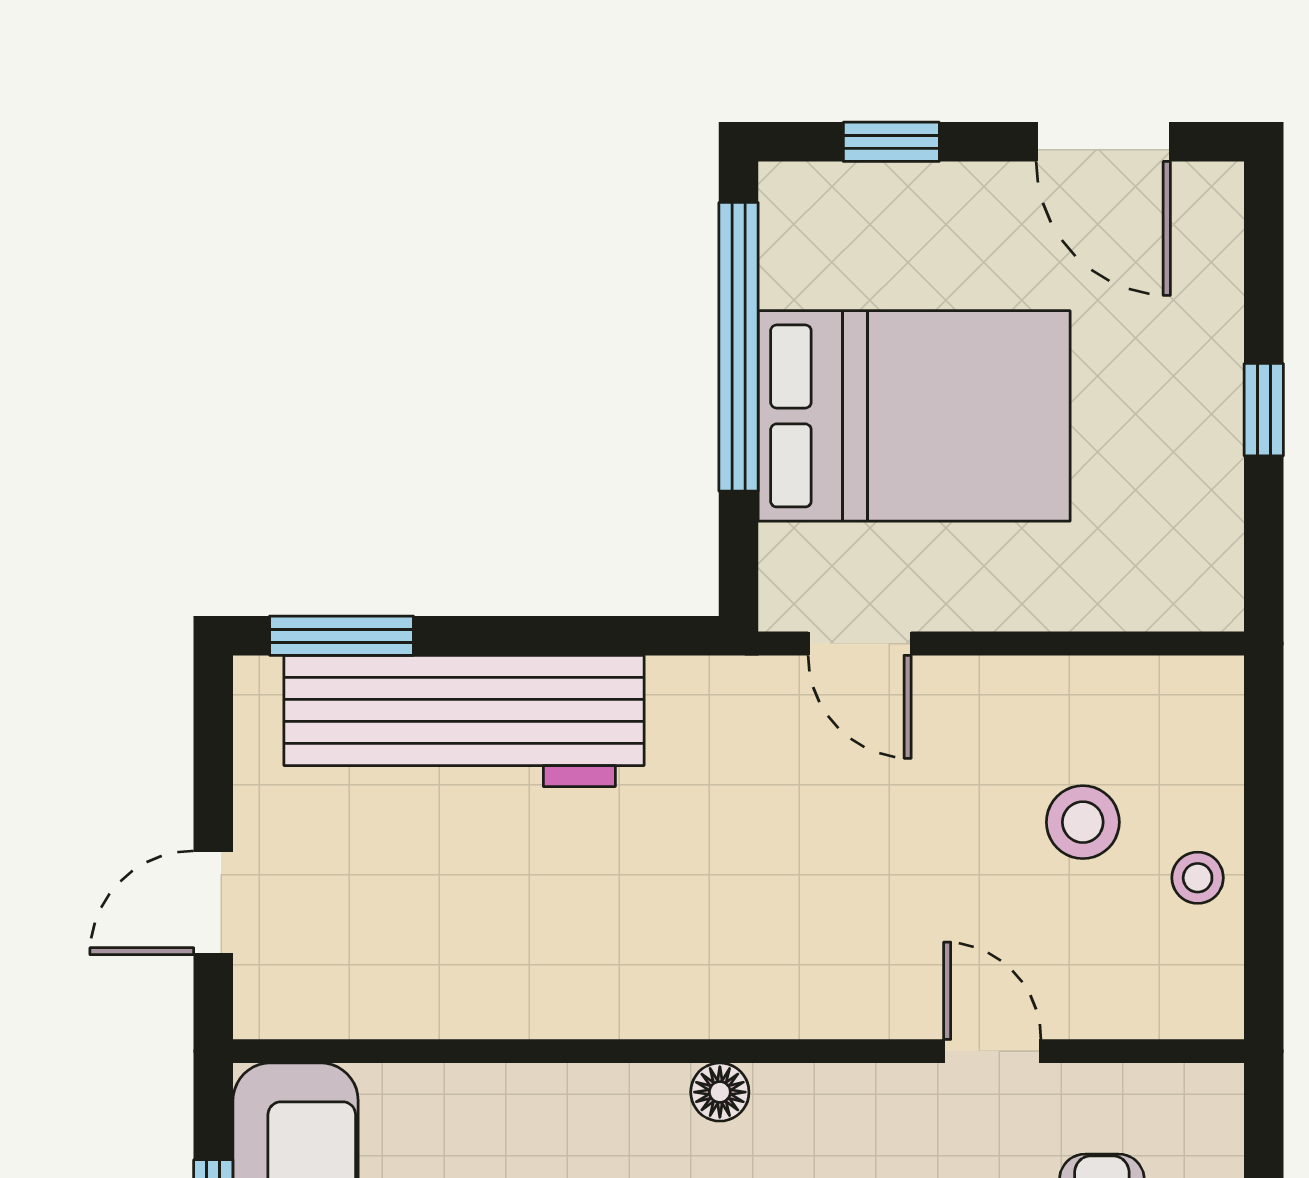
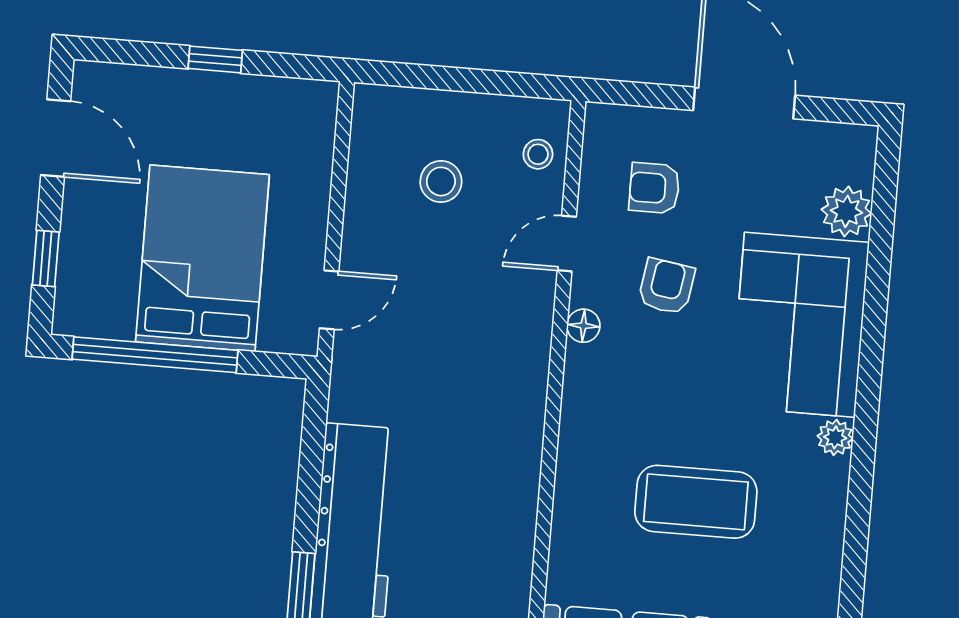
door: (1103, 142) -> (56, 138), hinge flipped
stool: (1198, 878) -> (538, 154), moved
floor lamp: (720, 1092) -> (583, 326), moved

